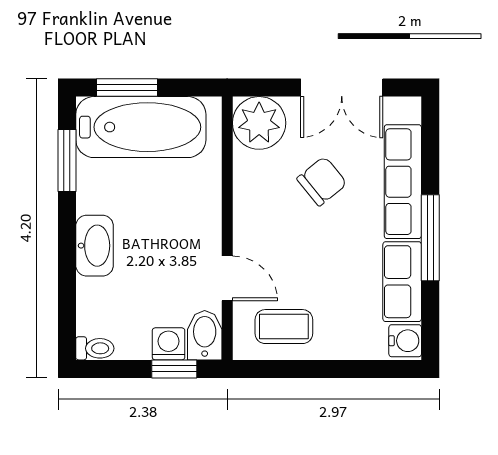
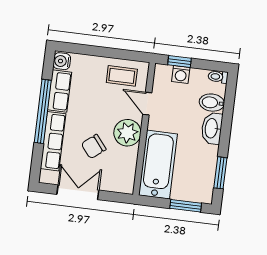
plant: (259, 123) -> (127, 133), moved
bathtub: (141, 127) -> (158, 165), moved, turned 90
window: (430, 238) -> (43, 111), width x1.46
bidet: (205, 335) -> (212, 103), moved, turned 90

